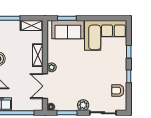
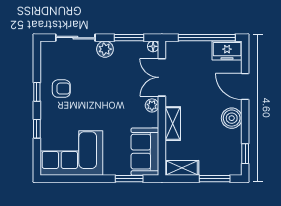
sofa: (68, 30) -> (145, 152), moved, turned -90
double door: (45, 86) -> (162, 77), swing flipped
armchair: (118, 91) -> (61, 89), moved

